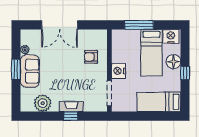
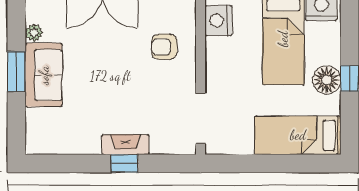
floor lamp: (173, 62) -> (327, 80), moved
nightstand: (119, 71) -> (218, 21), moved
plant: (43, 103) -> (69, 138), removed

